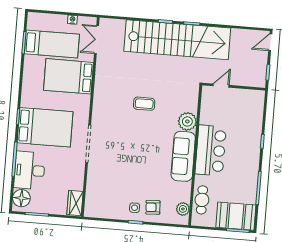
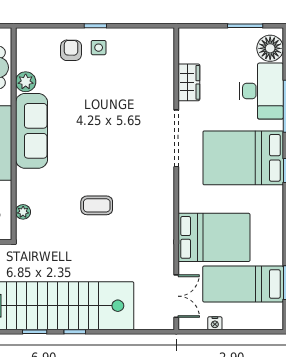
plant: (187, 121) -> (23, 212), moved, width x0.53, depth x0.53
wardrobe: (75, 203) -> (189, 82), moved
armchair: (153, 207) -> (71, 50), turned -85
plant: (183, 209) -> (26, 82), moved

